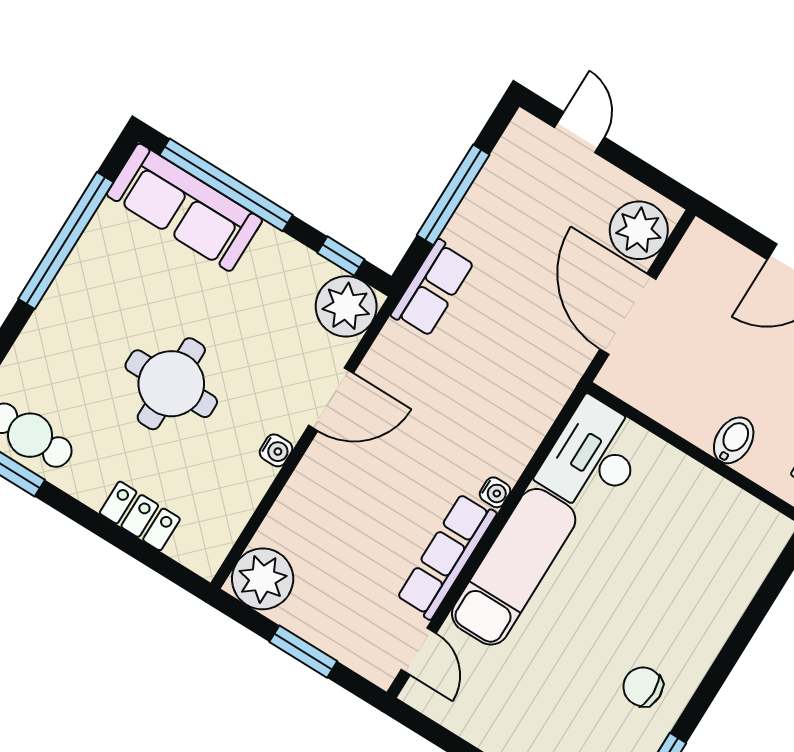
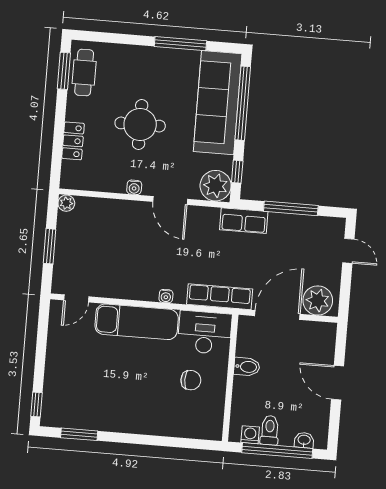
door: (579, 132) -> (348, 251), hinge flipped
sofa: (184, 207) -> (218, 103), width x1.36, depth x1.27
window: (66, 241) -> (180, 44), width x0.68
bidet: (734, 440) -> (247, 367), moved
row of seats: (447, 556) -> (220, 297), moved
plant: (263, 579) -> (66, 203), width x0.53, depth x0.53
chair: (643, 687) -> (191, 380), moved, turned 90

